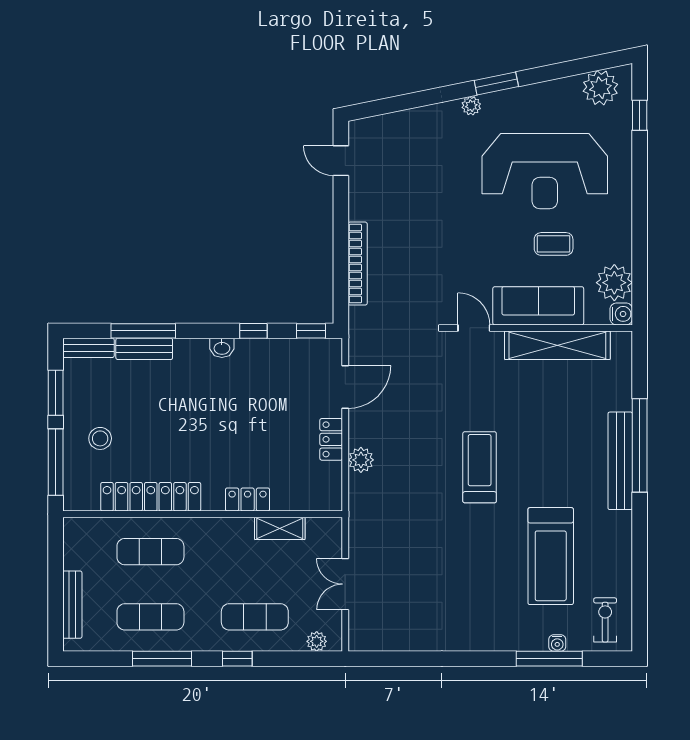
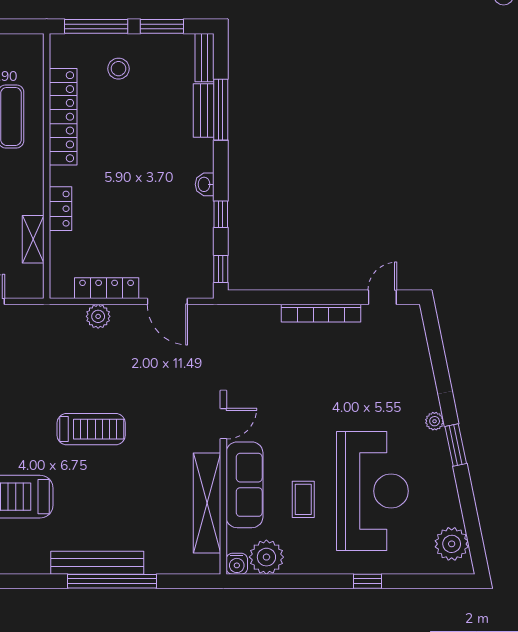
window: (640, 115) -> (368, 581), moved
reception desk: (545, 171) -> (372, 491), turned 180
bookcase: (358, 264) -> (321, 313), moved
locker: (331, 439) -> (107, 288), width x1.53

